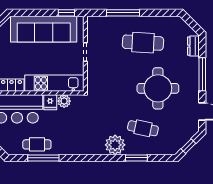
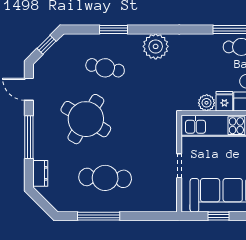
window: (66, 13) -> (218, 216), moved
window: (123, 13) -> (99, 216), moved
round table: (158, 88) -> (86, 119), turned 31
plant: (115, 145) -> (156, 46), moved

